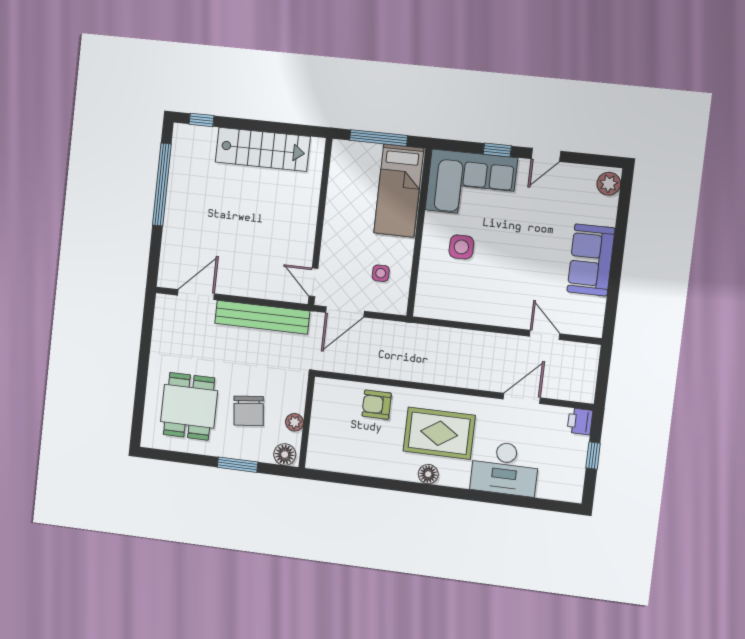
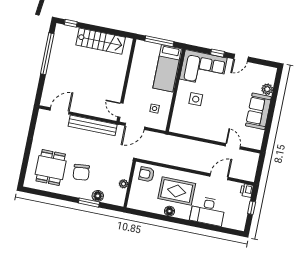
plant: (609, 184) -> (267, 89), moved
plant: (294, 422) -> (123, 184), moved
wall: (307, 422) -> (130, 184), moved
window: (238, 465) -> (89, 203), moved

